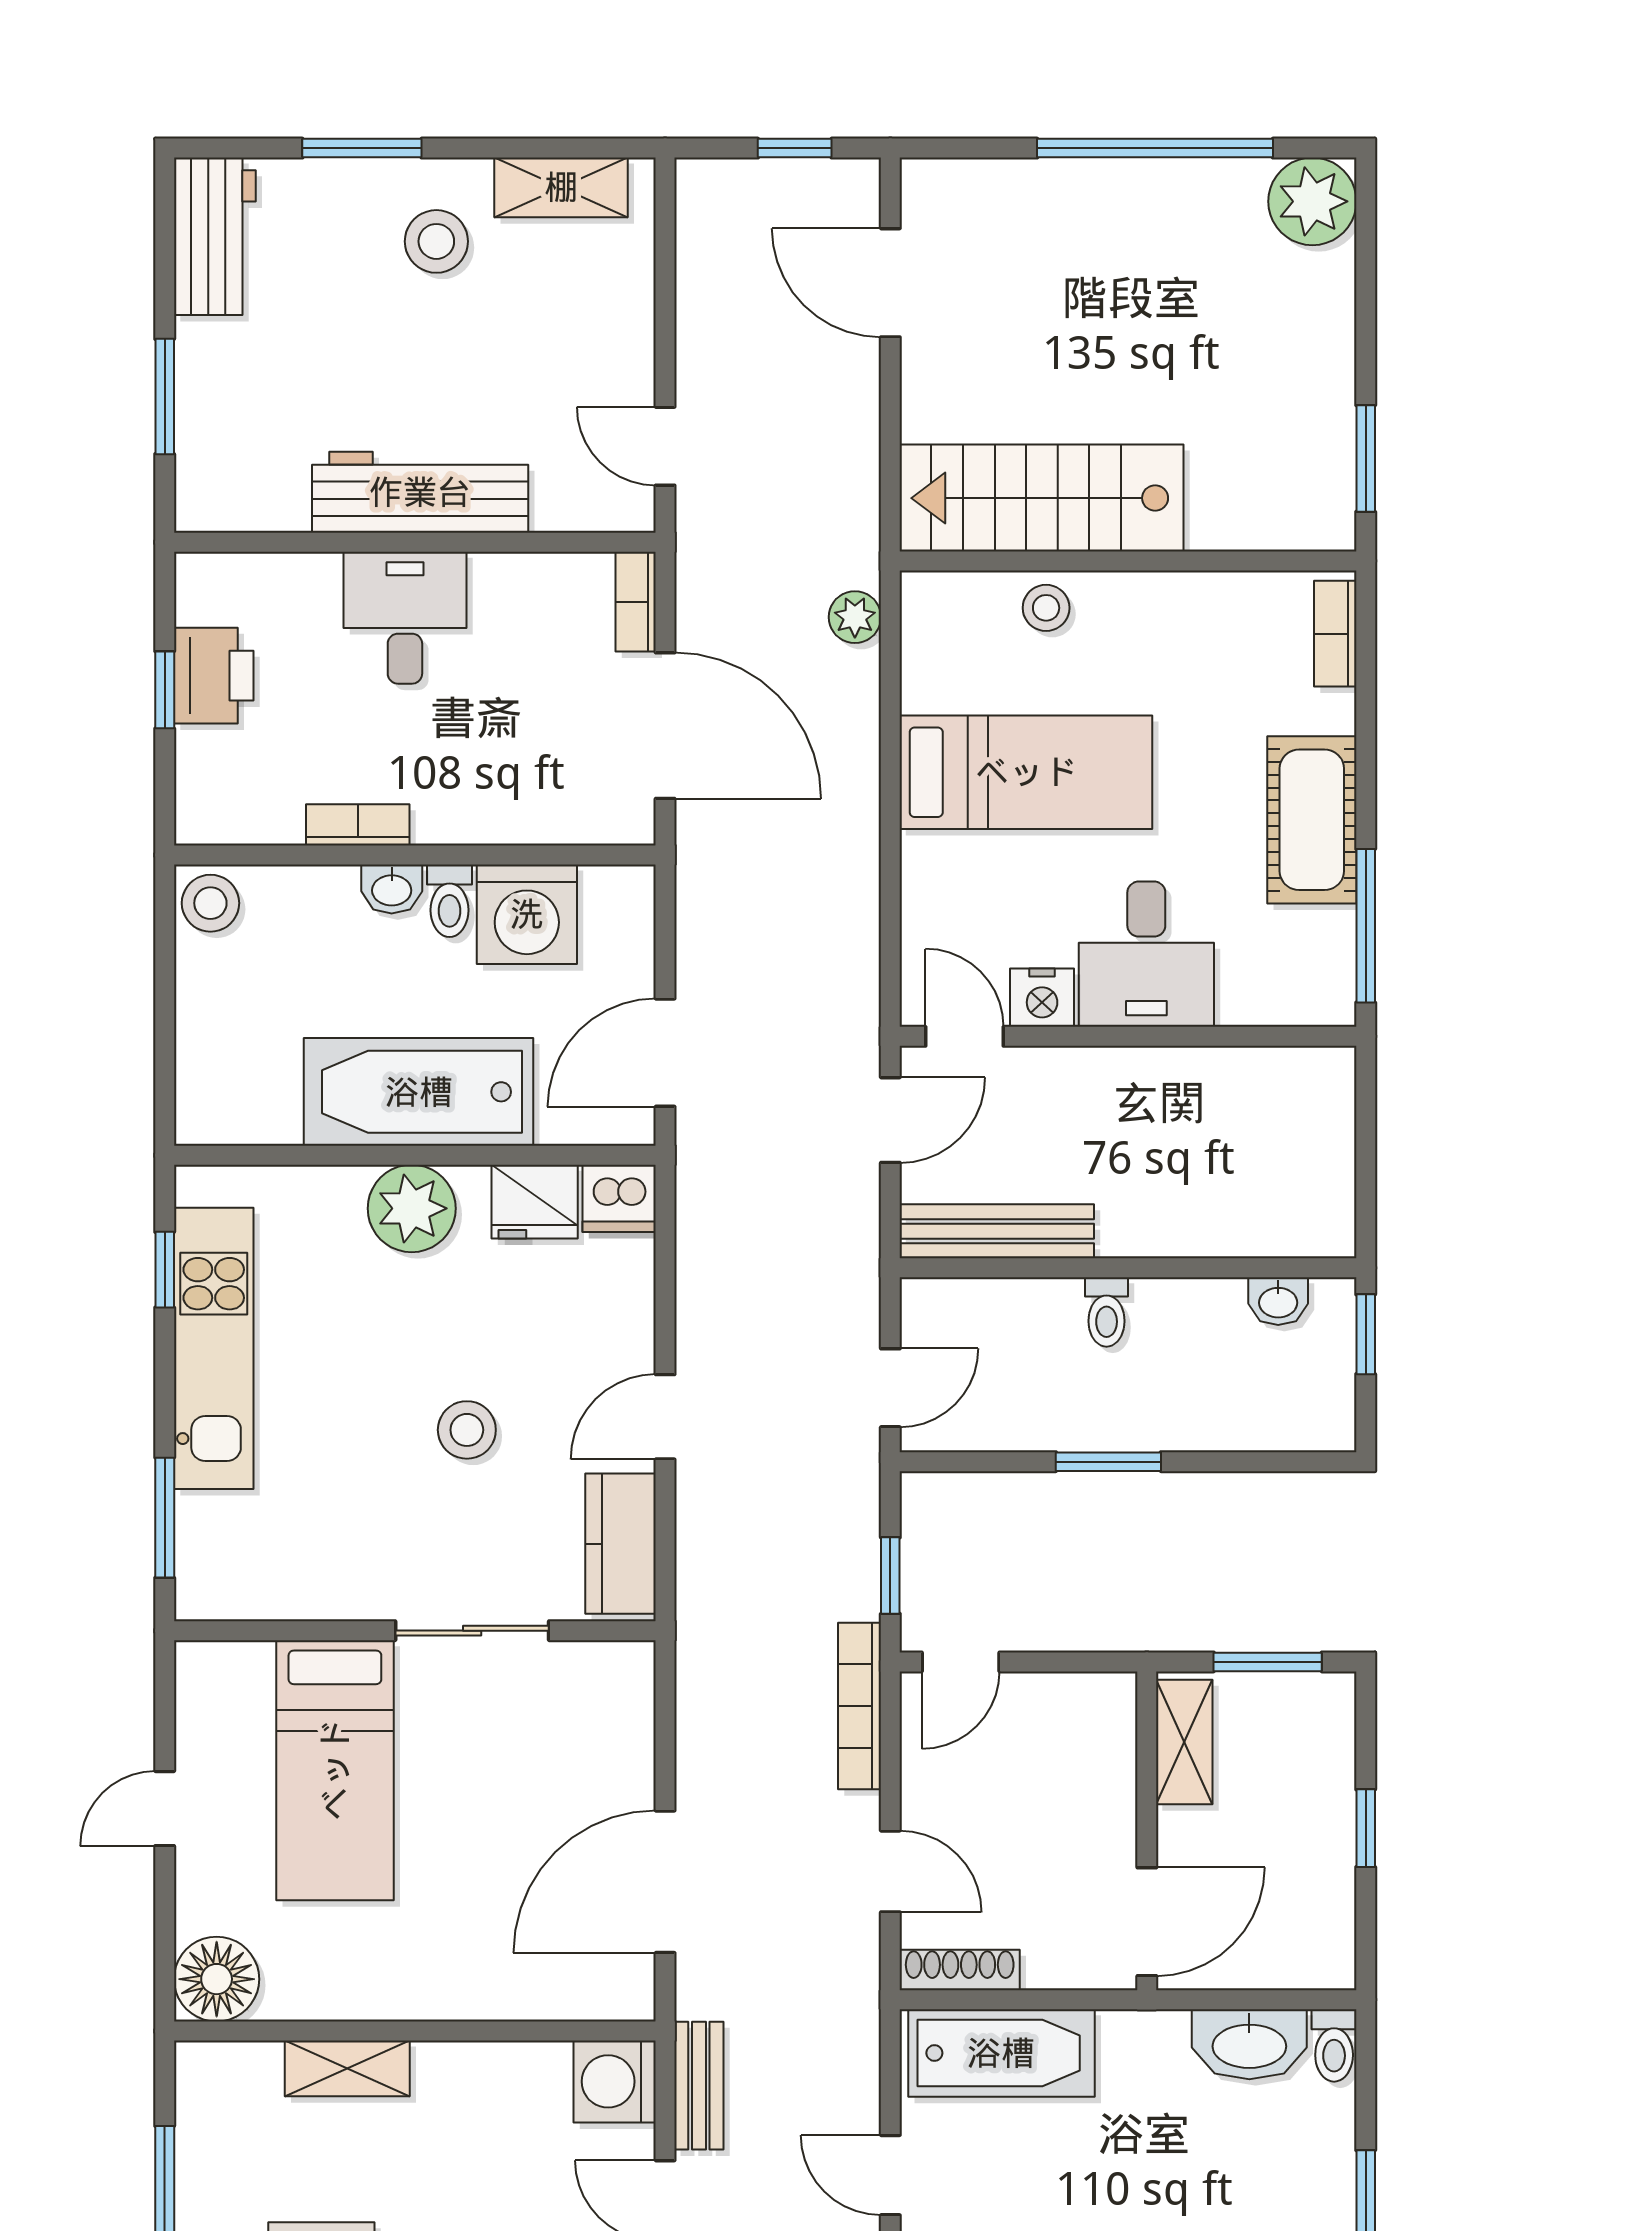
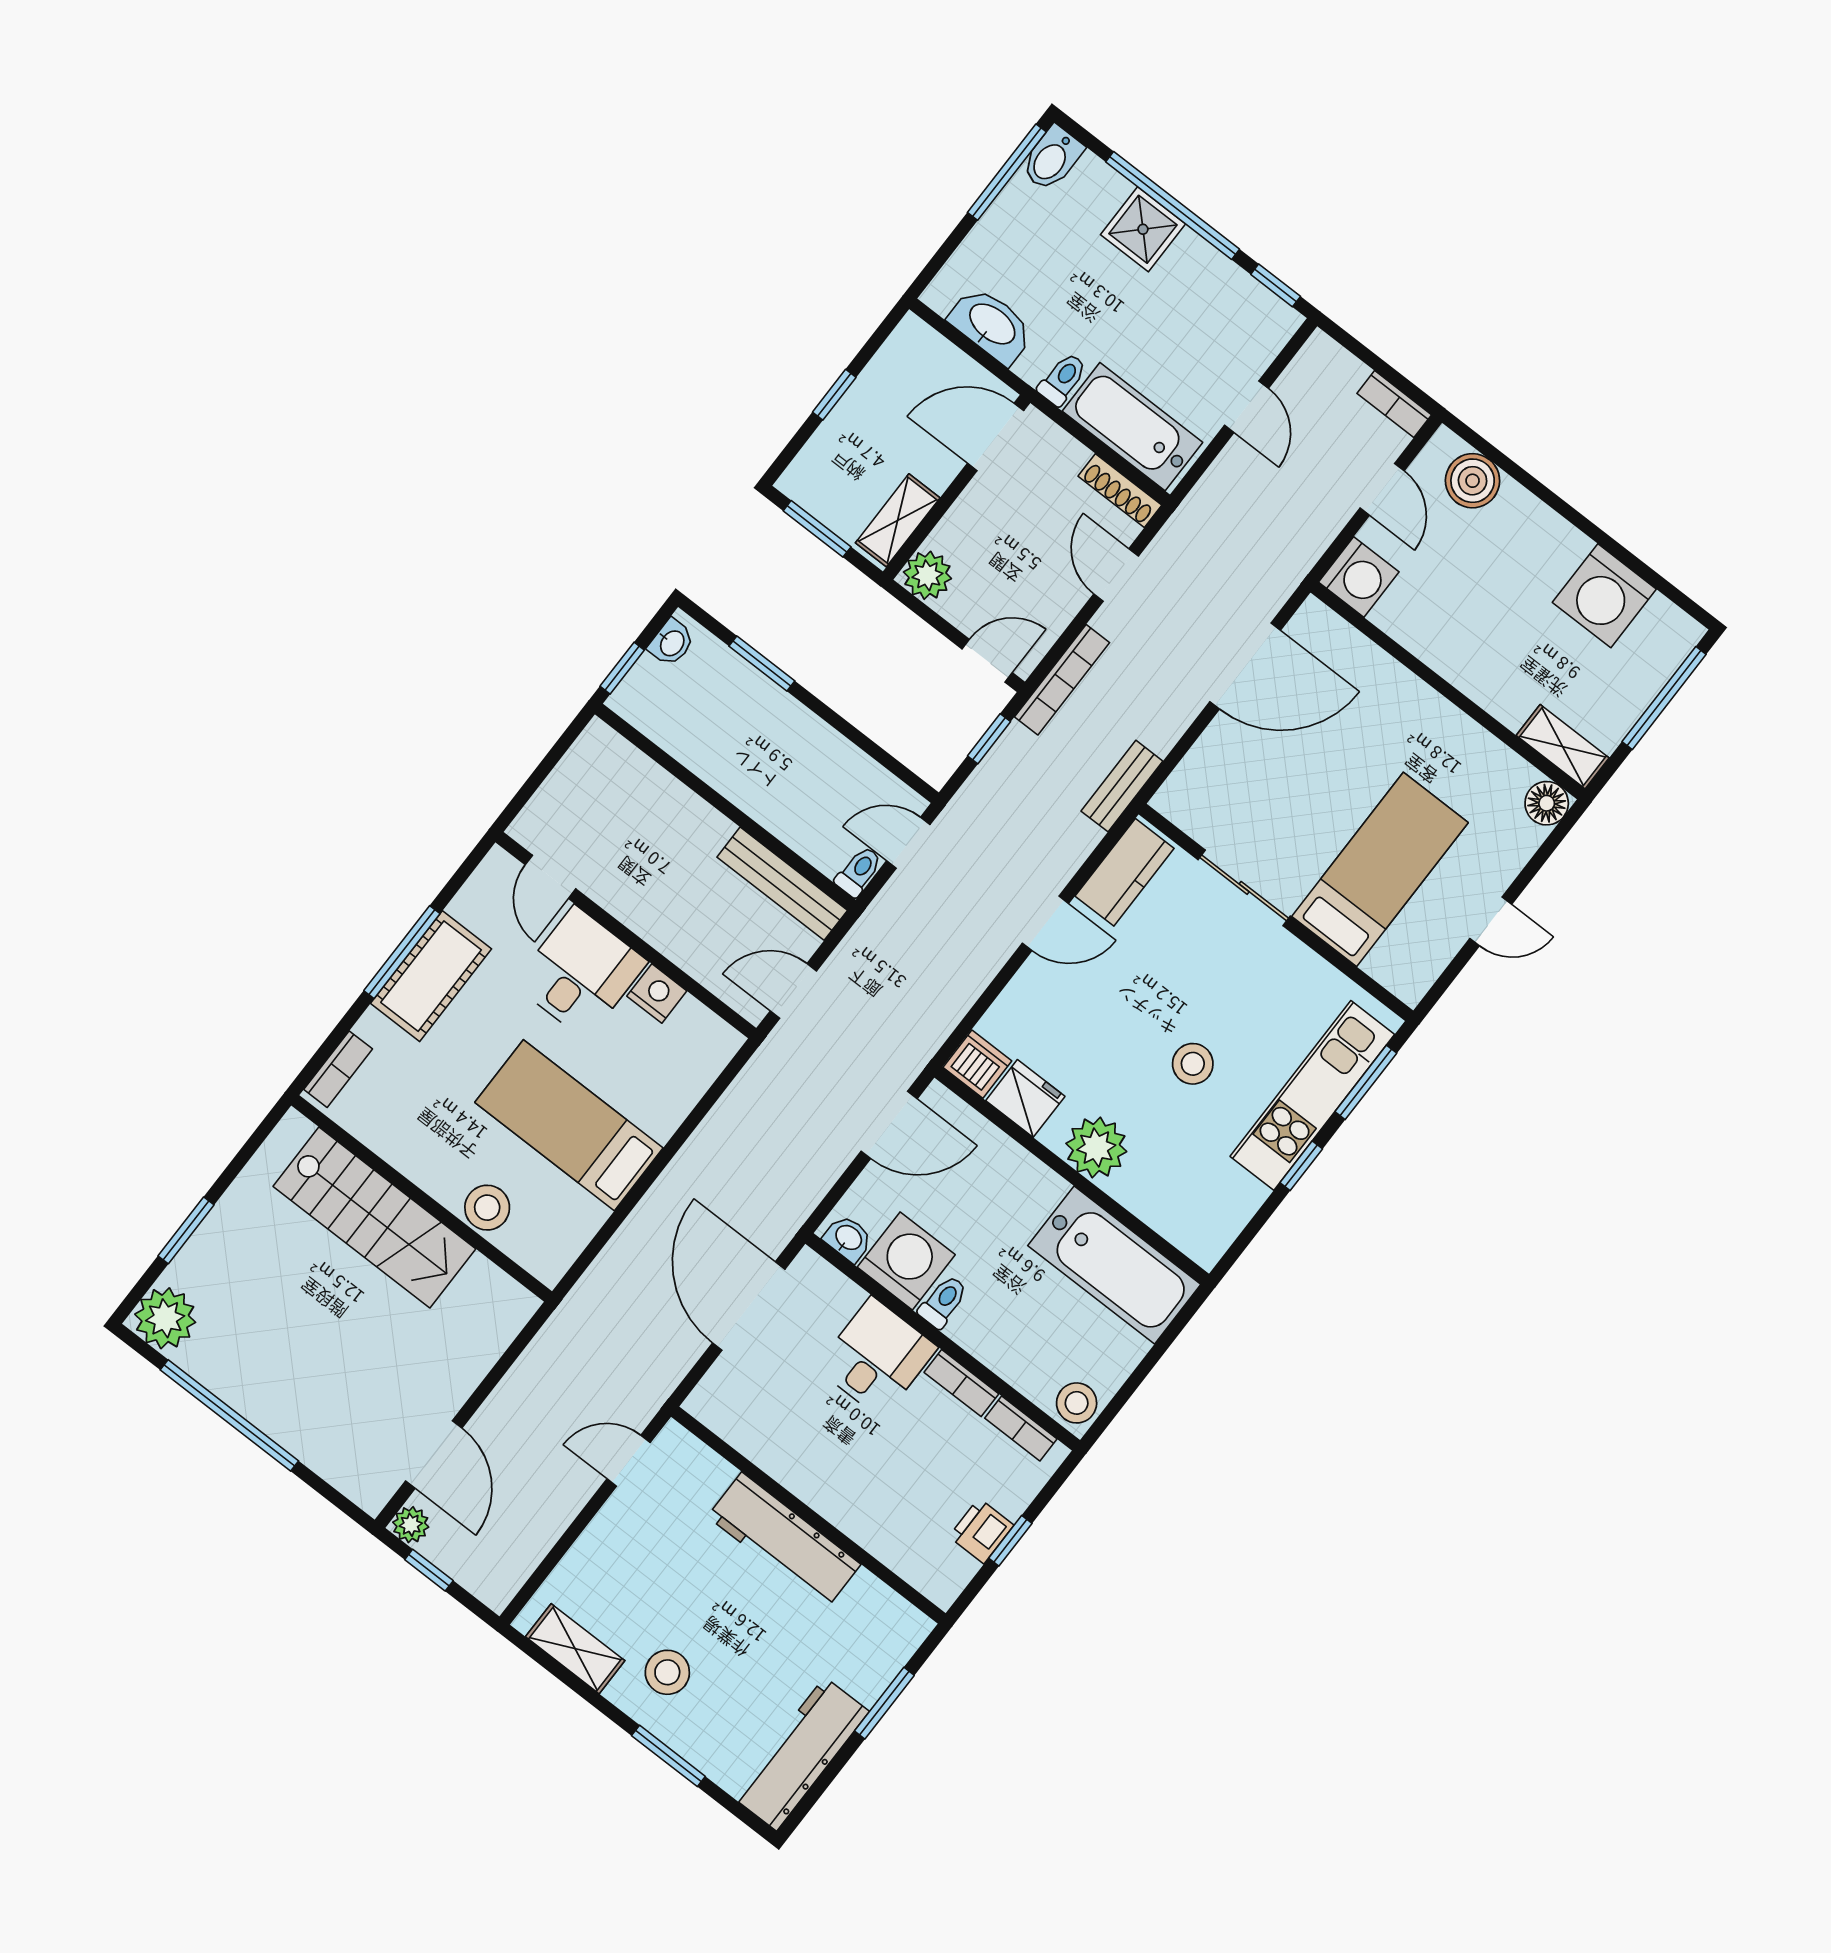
workbench: (215, 236) -> (801, 1754), width x1.38
door: (665, 446) -> (629, 1461), swing flipped
window: (1366, 459) -> (186, 1230), moved
stairs: (1042, 498) -> (374, 1218), moved
bookcase: (636, 602) -> (1021, 1428), moved, turned 90
stool: (1046, 608) -> (487, 1208), width x1.37, depth x1.37
plant: (855, 617) -> (411, 1525), moved
desk: (405, 618) -> (877, 1358), moved, turned 180
printer: (214, 676) -> (981, 1531), width x0.73, depth x0.81
washbasin: (392, 889) -> (848, 1238), moved
window: (1366, 926) -> (402, 952), moved
door: (965, 1036) -> (551, 877), moved
bathtub: (419, 1092) -> (1114, 1265), moved
window: (165, 1270) -> (1301, 1166), moved
washbasin: (1278, 1301) -> (671, 643), moved, turned 90
toilet: (1107, 1312) -> (859, 871), moved
kitchen unit: (214, 1348) -> (1312, 1095), moved
stool: (467, 1430) -> (1193, 1064), moved
window: (1108, 1462) -> (762, 664), moved
plant: (1103, 1706) -> (927, 575), added
floor lamp: (217, 1979) -> (1547, 803), width x0.73, depth x0.73
toilet: (1334, 2045) -> (1063, 379), moved
shelving: (347, 2068) -> (1563, 747), moved
bench: (699, 2086) -> (1122, 786), moved

